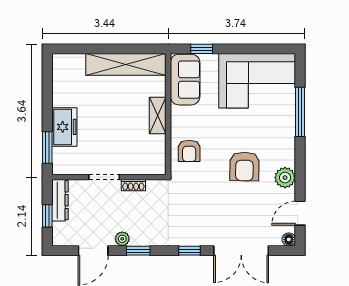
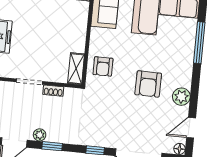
shelving: (158, 115) -> (76, 69), moved

